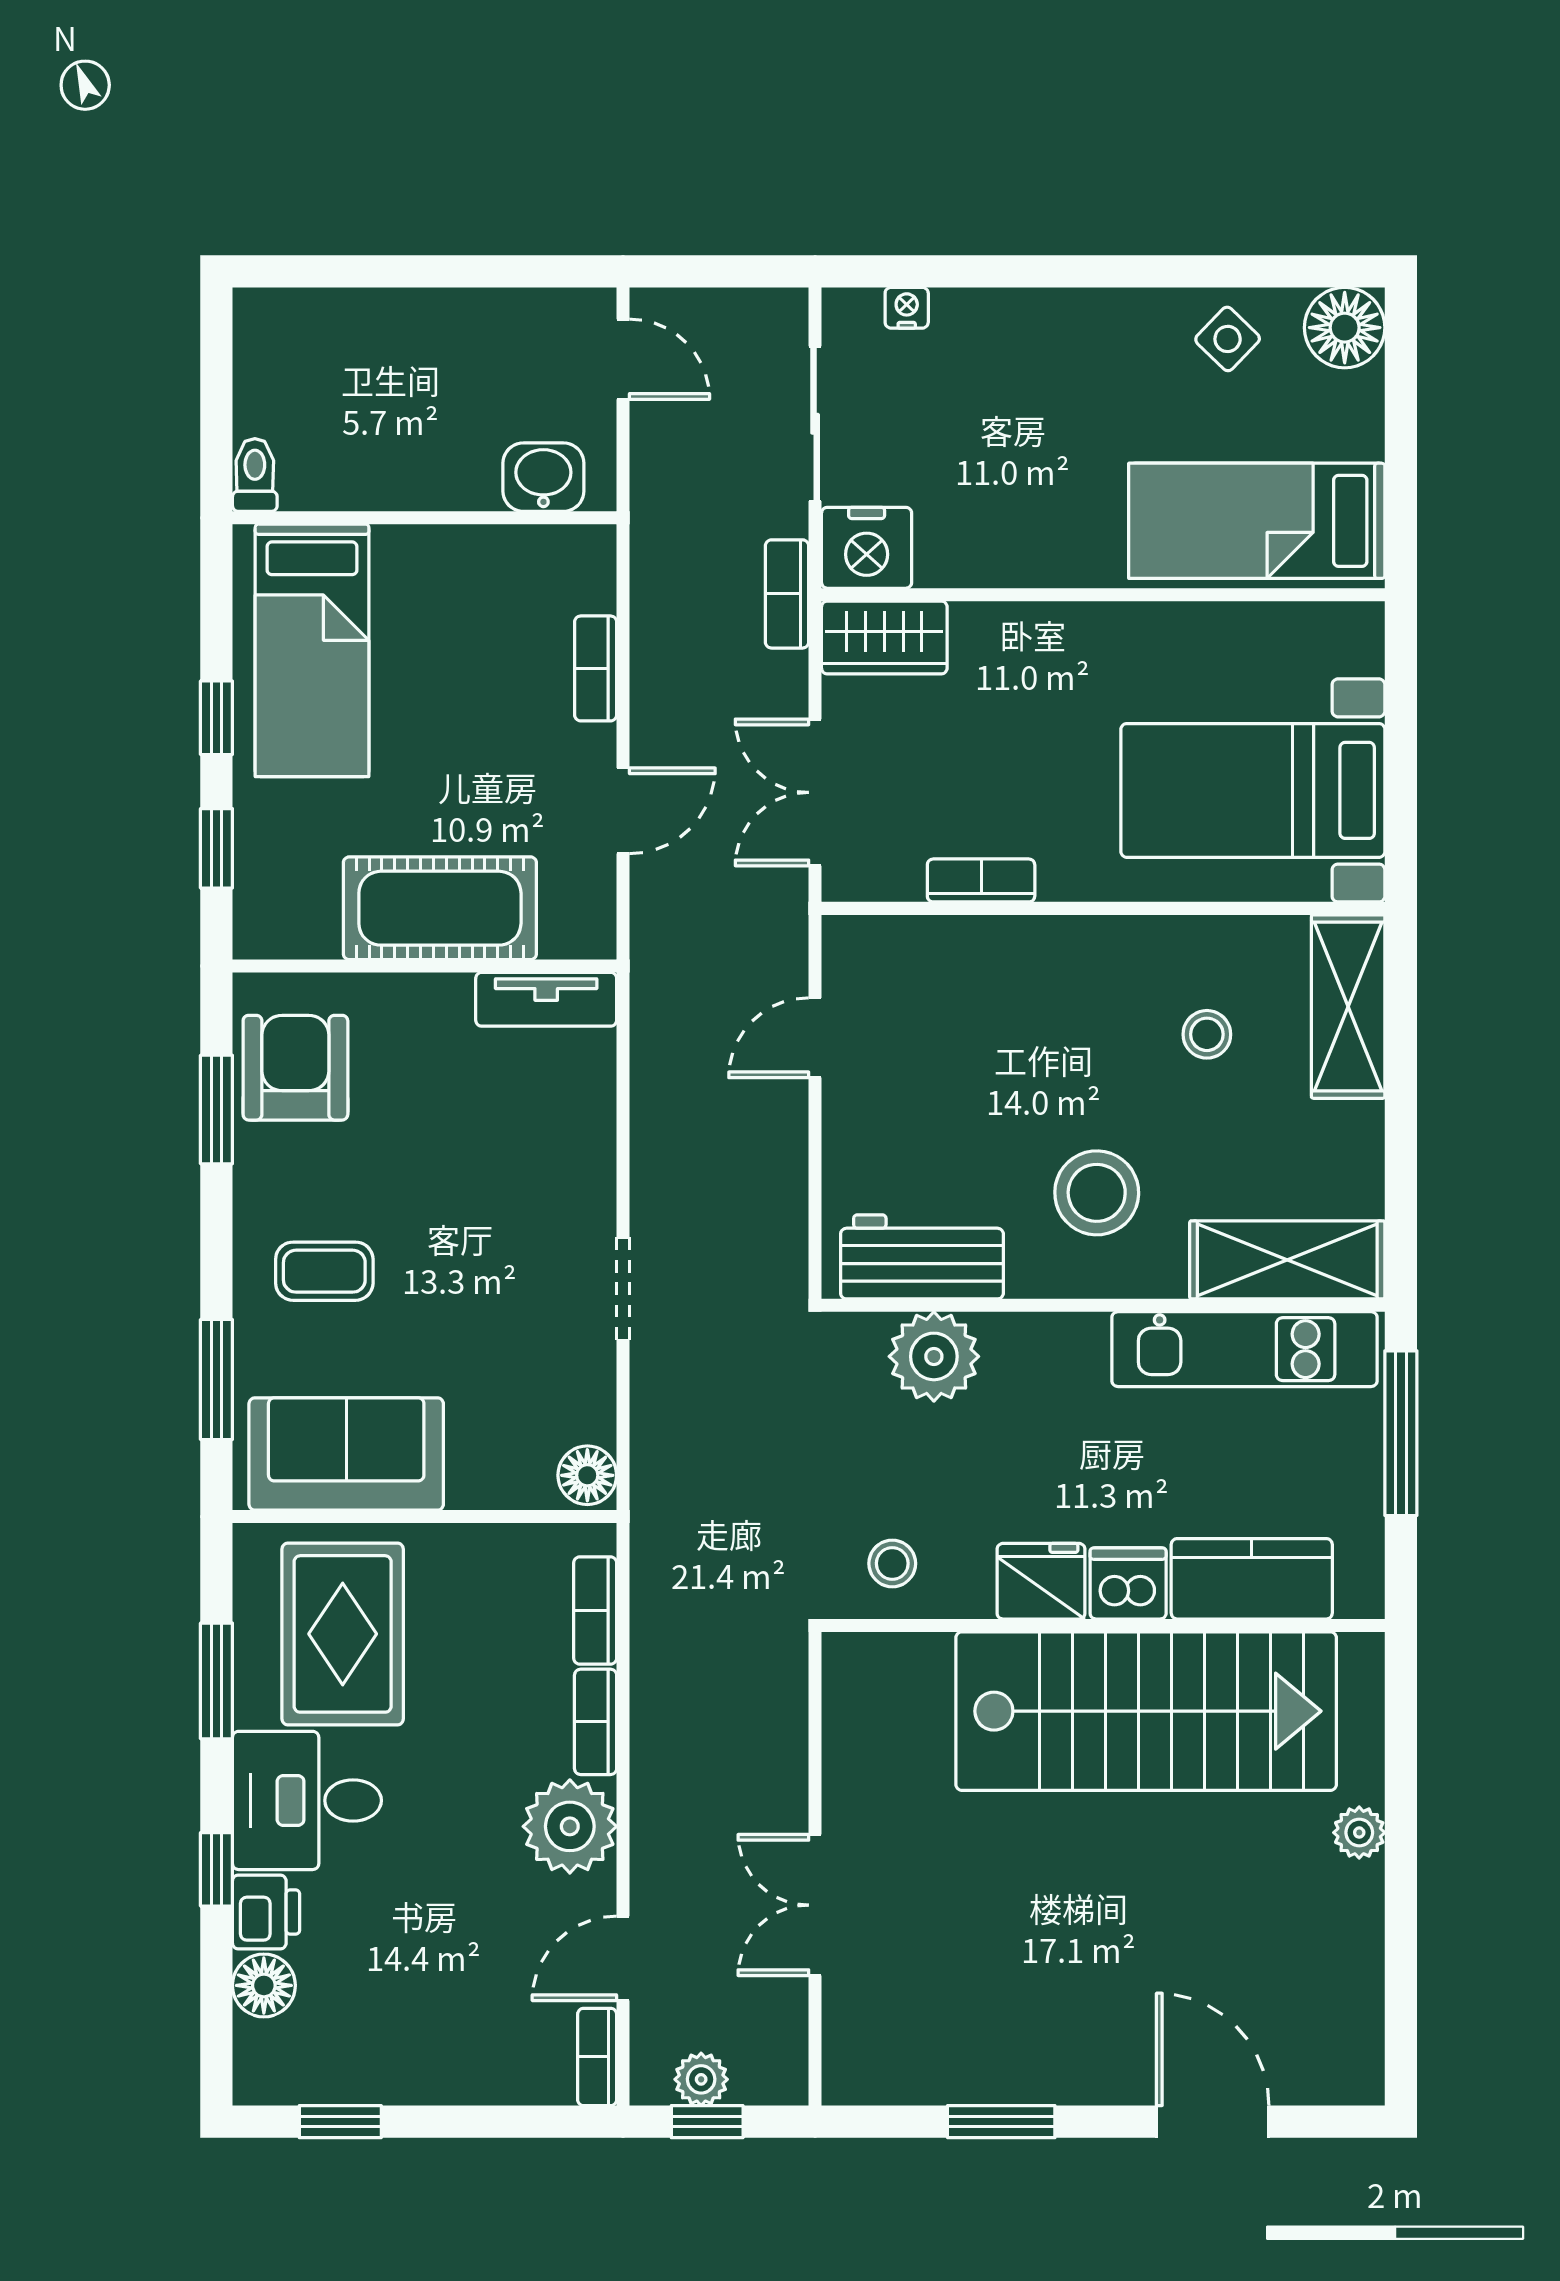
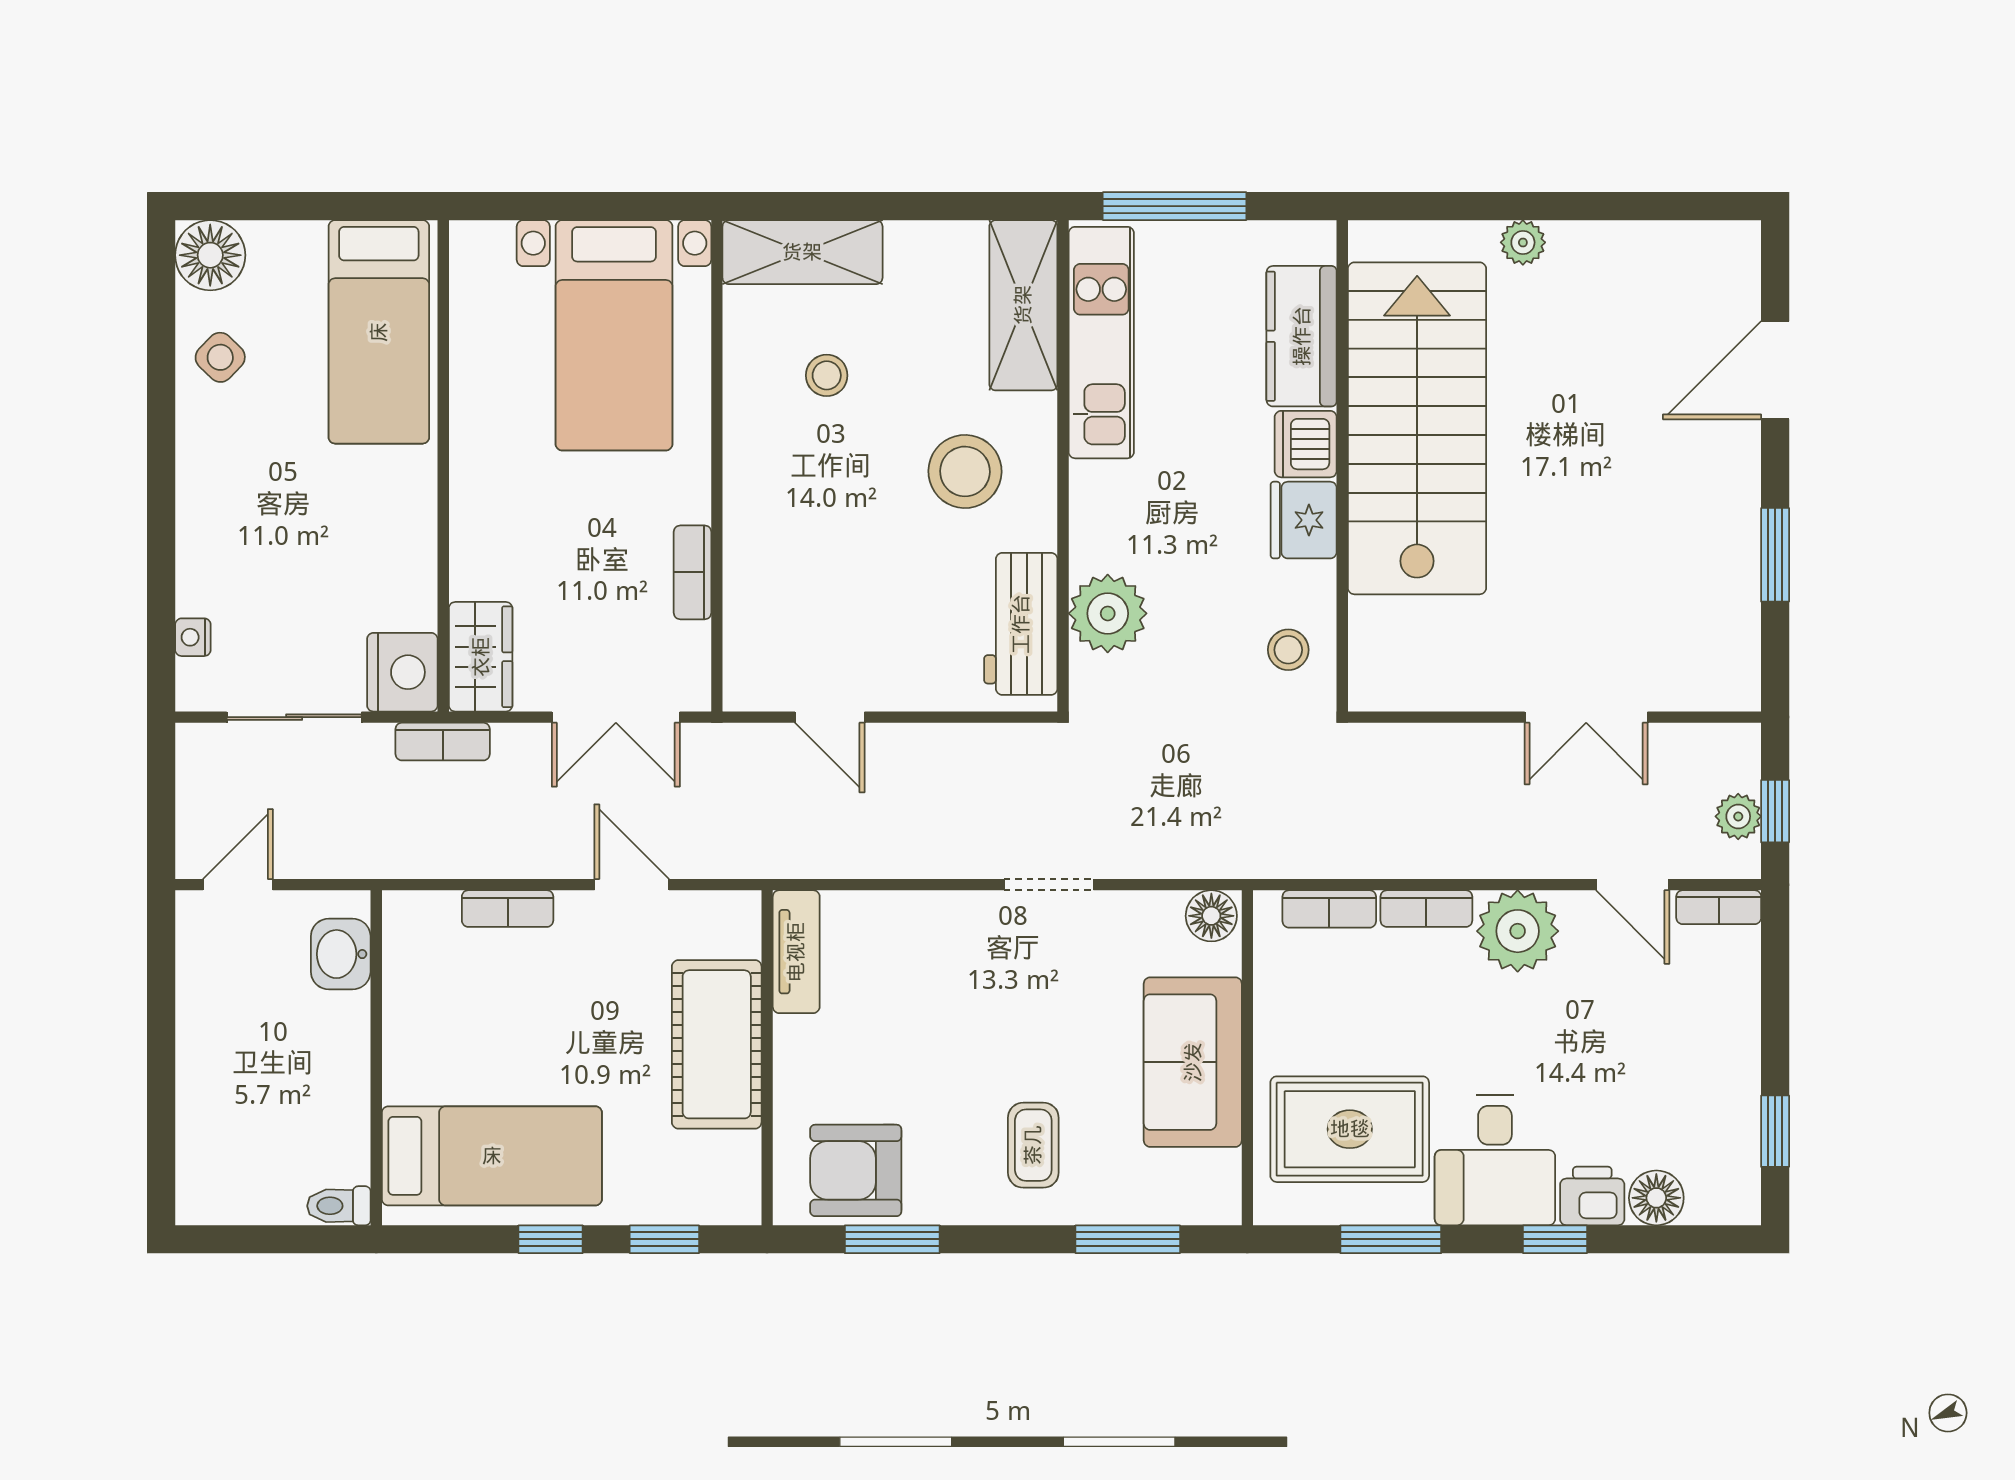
sofa: (346, 1454) -> (1193, 1062), moved

